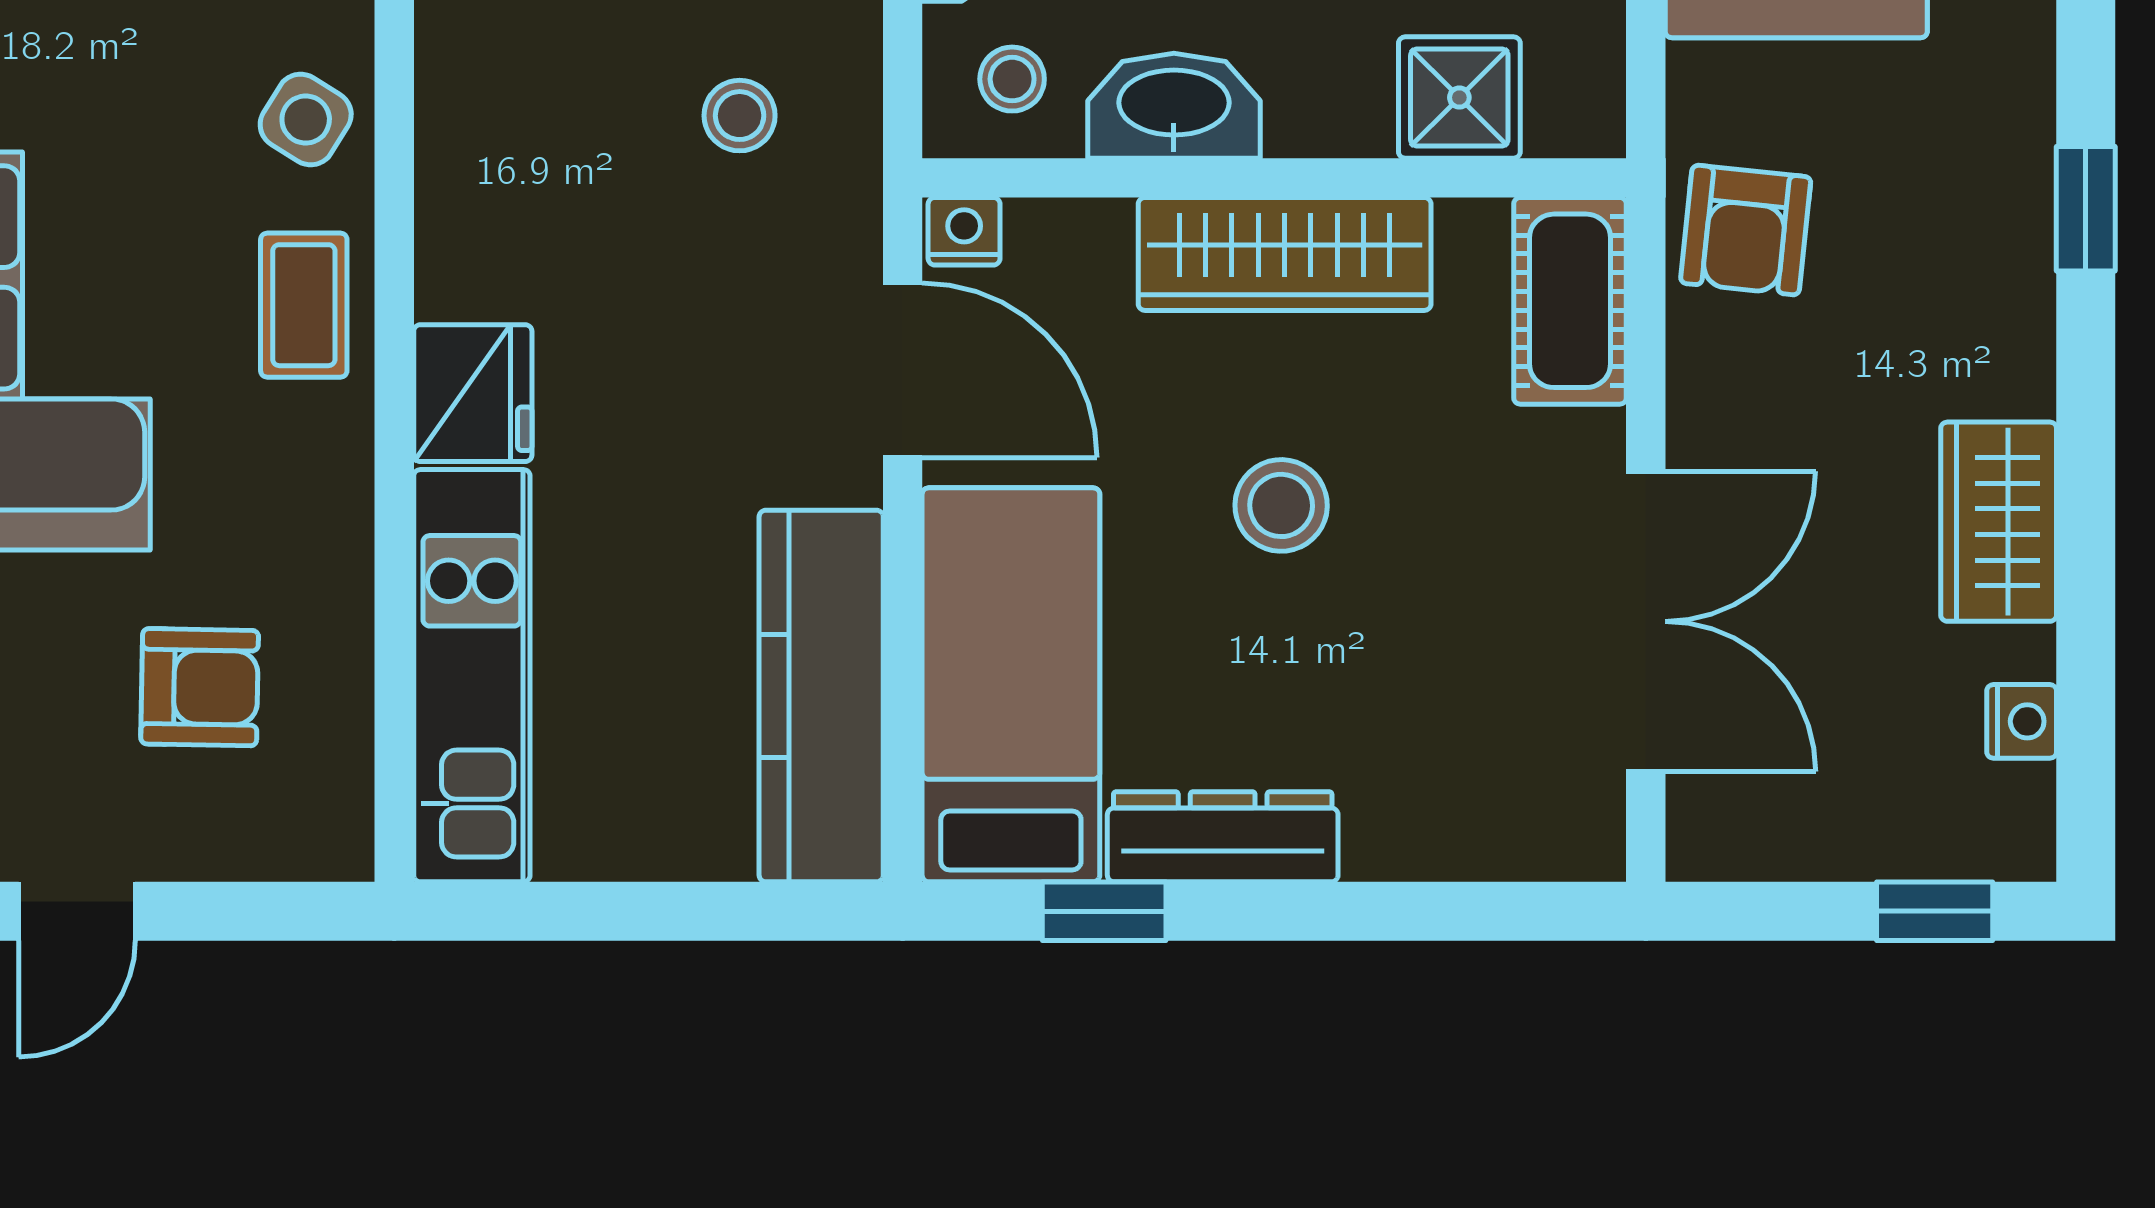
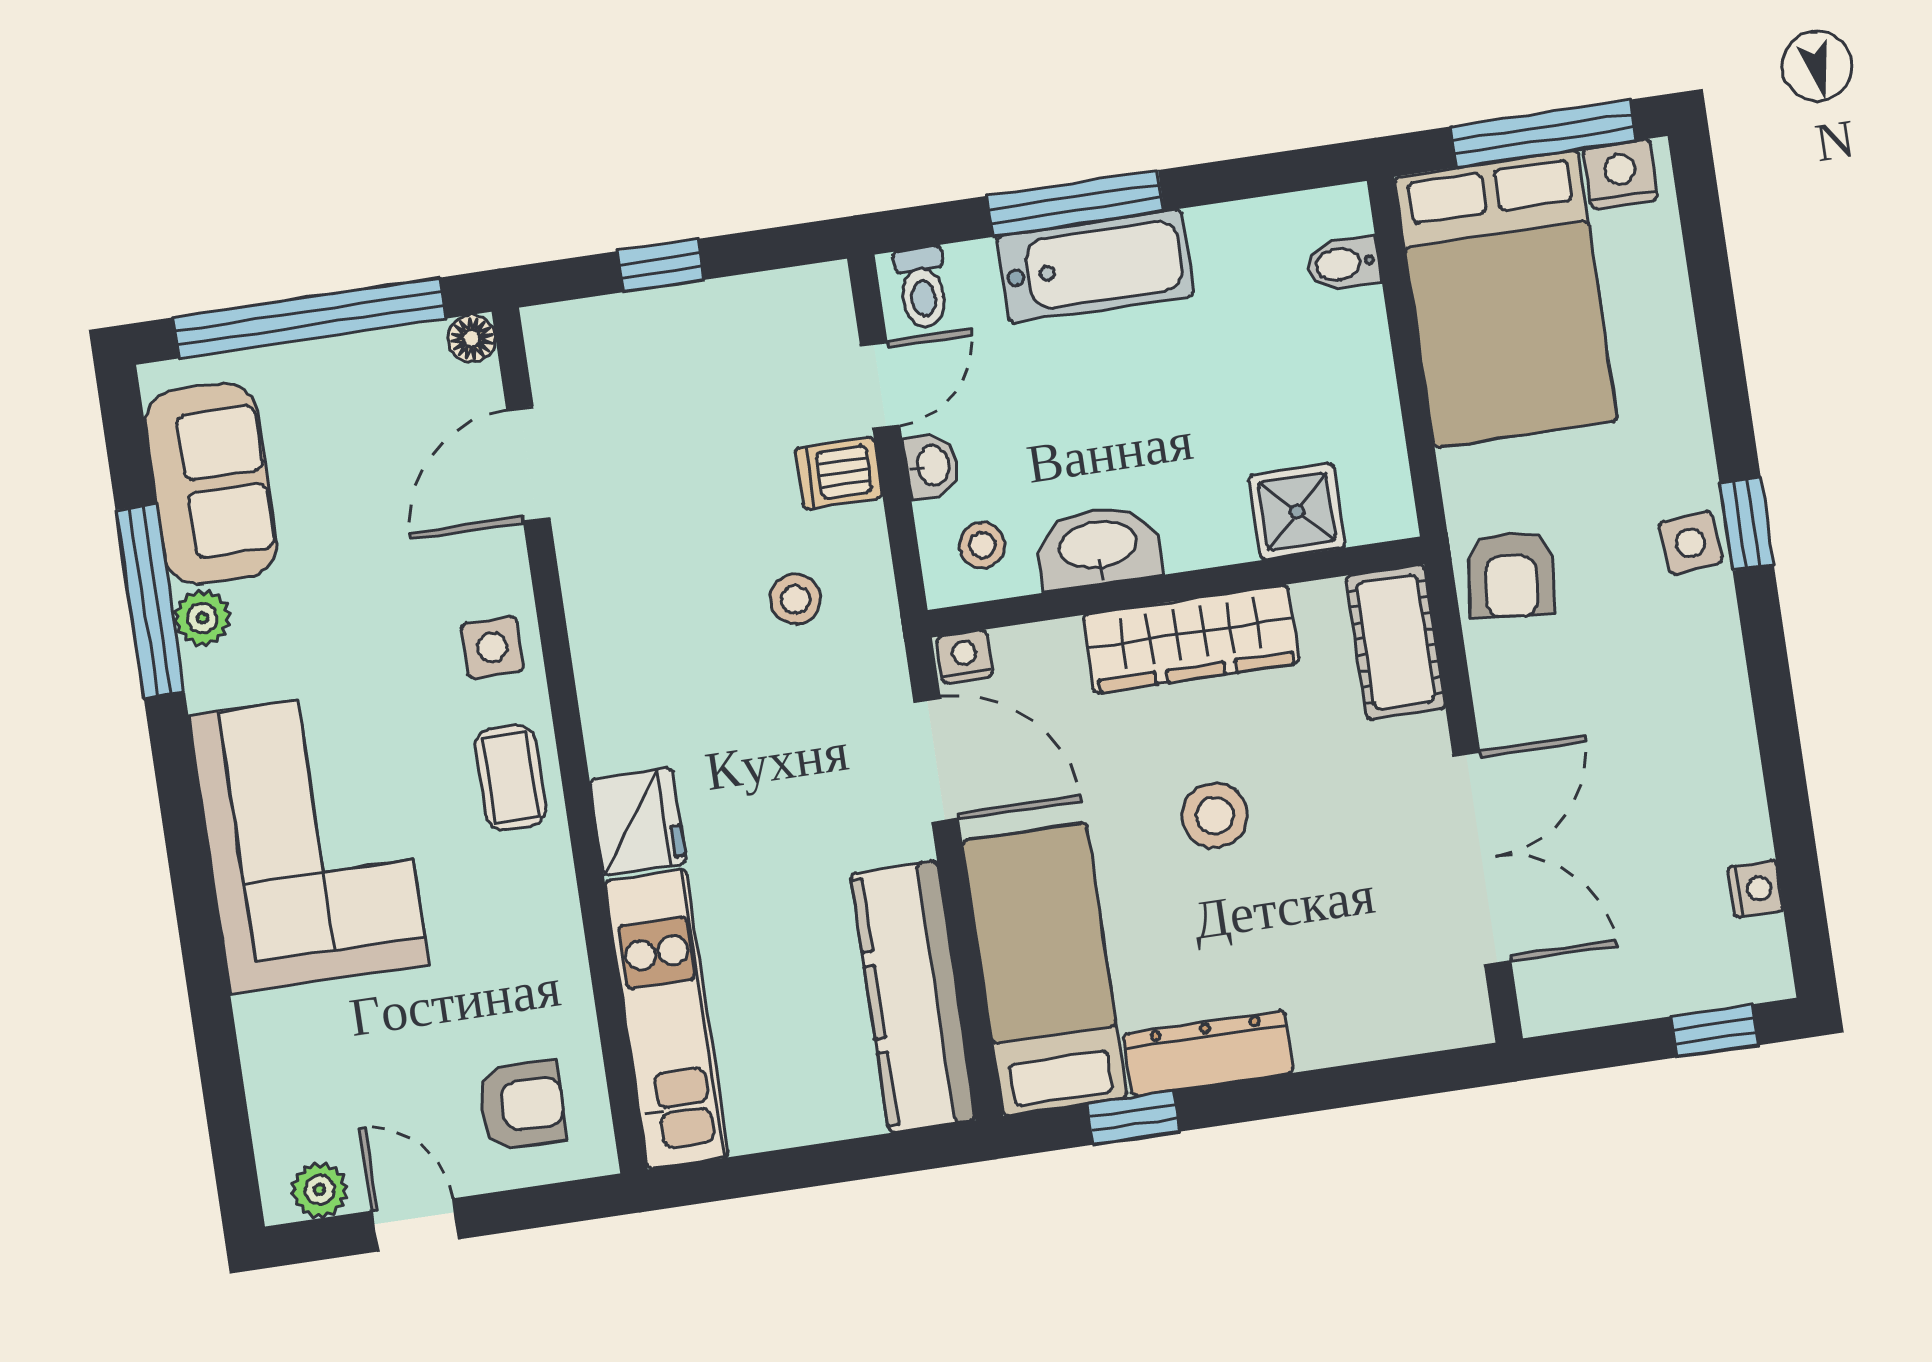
side table: (306, 120) -> (492, 647), turned -32
side table: (2003, 224) -> (1690, 543), added
wardrobe: (1999, 522) -> (1718, 752), removed
armchair: (200, 687) -> (521, 1105), moved
door: (77, 911) -> (415, 1225), swing flipped

